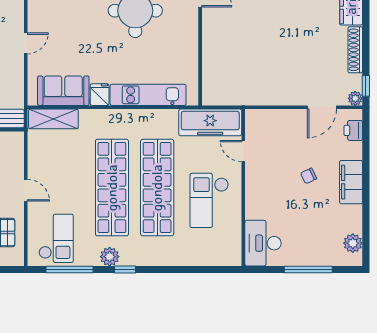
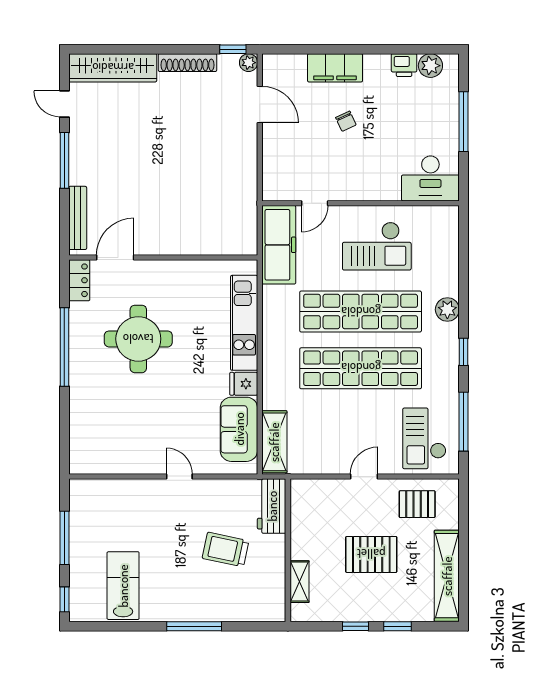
printer: (353, 130) -> (404, 65), moved
filing cabinet: (351, 182) -> (335, 68), moved
checkout: (56, 238) -> (424, 438), turned -90
plant: (110, 257) -> (447, 310), moved

